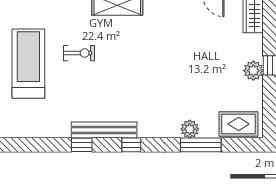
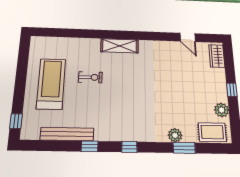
plant: (253, 71) -> (222, 110), moved
bench: (104, 130) -> (67, 134), moved
window: (201, 145) -> (184, 148), width x0.69

